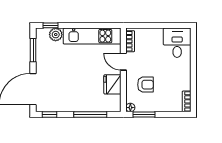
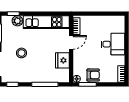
desk: (177, 43) -> (113, 44), moved, turned 90
door: (123, 62) -> (71, 42), swing flipped
stool: (61, 75) -> (21, 53), added
armchair: (145, 85) -> (93, 75), moved

